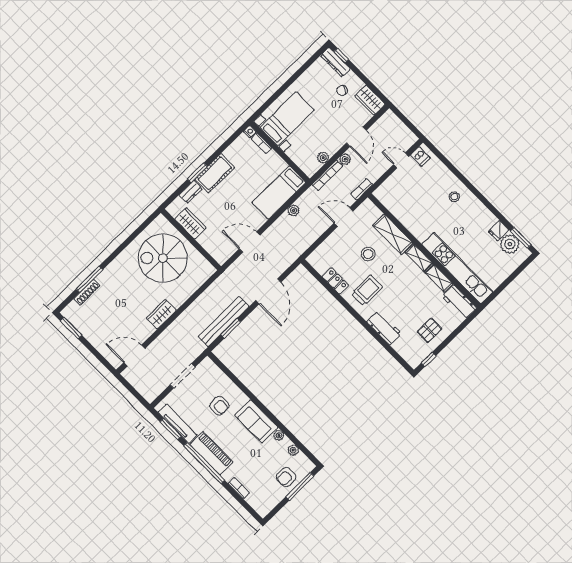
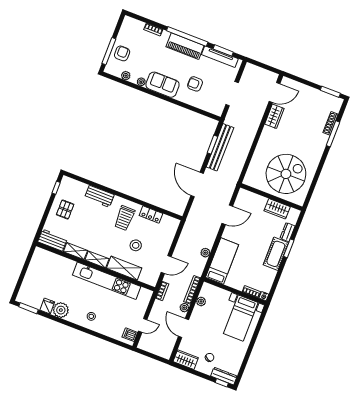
plant: (510, 244) -> (61, 310), moved
kitchen unit: (457, 268) -> (107, 281), moved
wardrobe: (161, 314) -> (274, 116), moved

